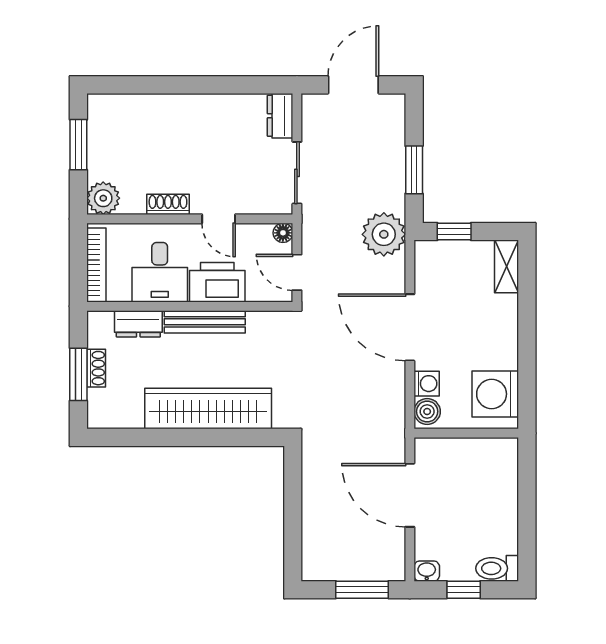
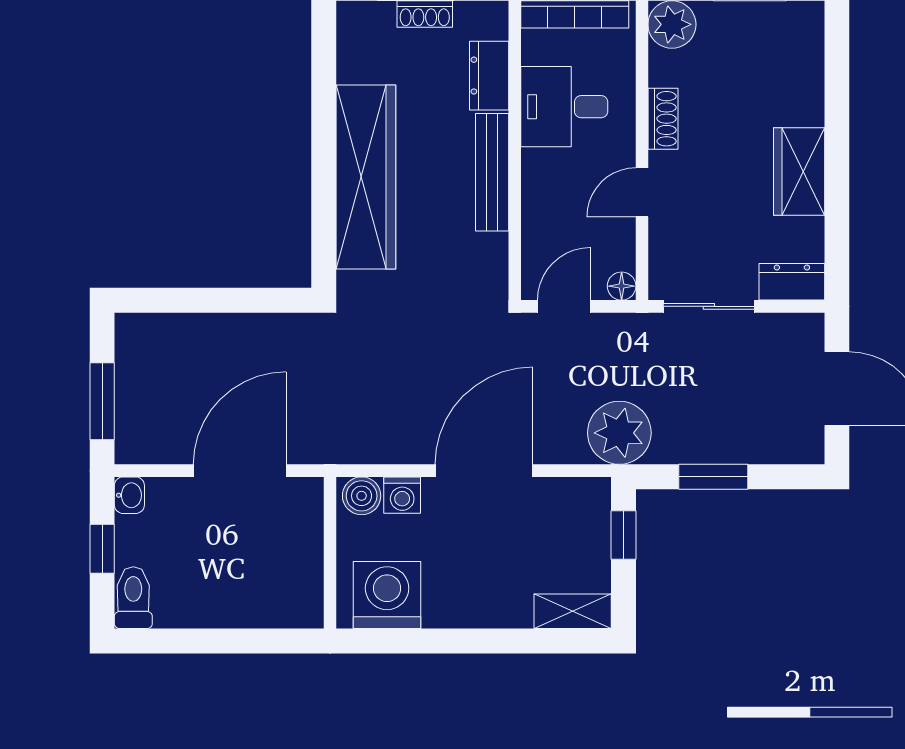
wardrobe: (204, 111) -> (799, 172), added
printer: (217, 282) -> (550, 190), removed

